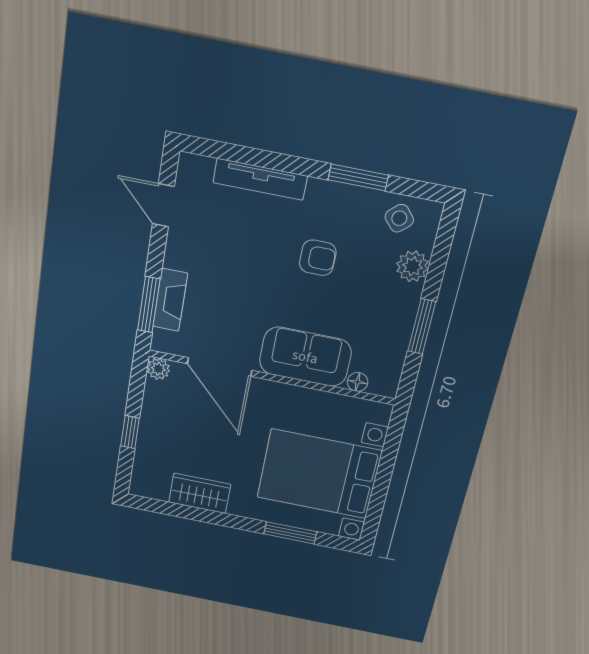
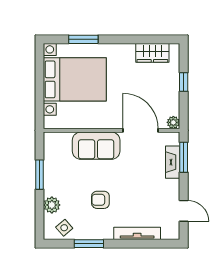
floor lamp: (358, 382) -> (66, 137), removed
wardrobe: (200, 493) -> (152, 53), moved

